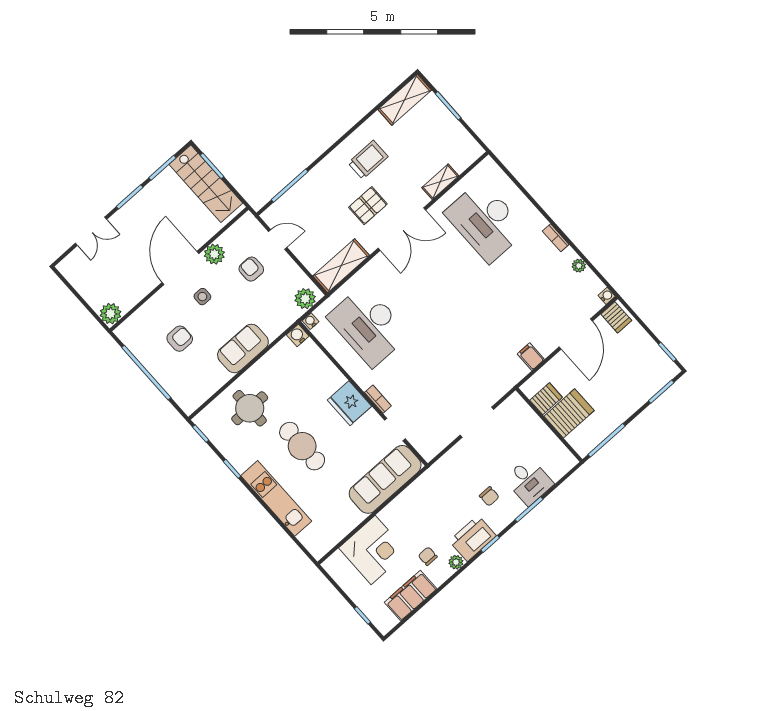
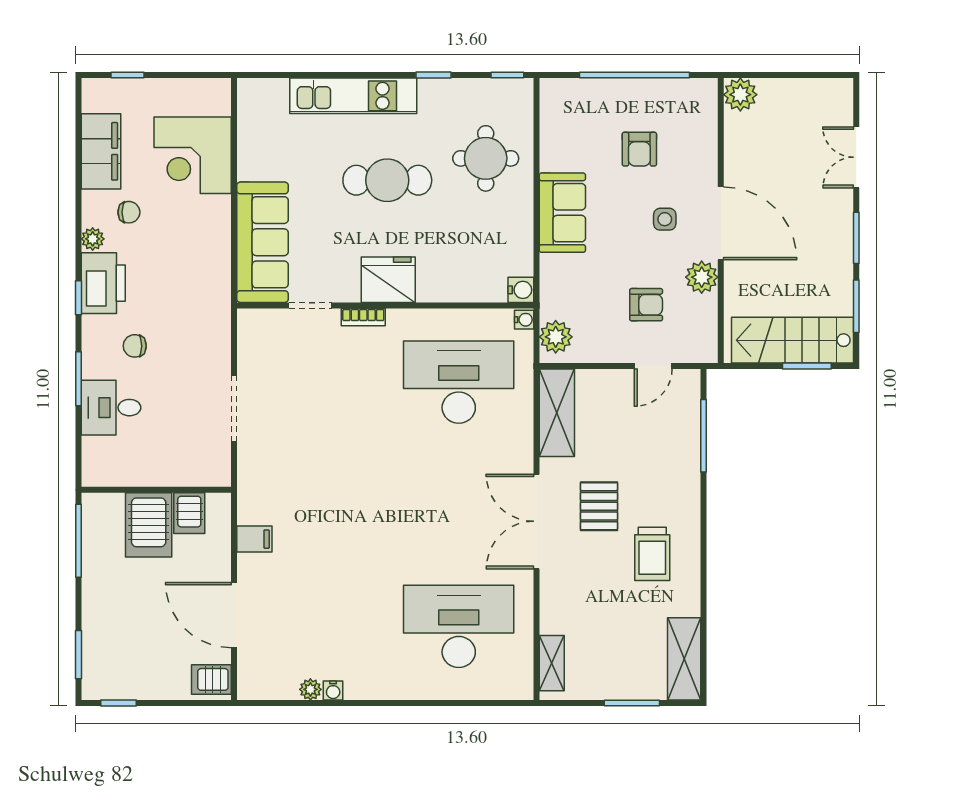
shelving: (440, 182) -> (552, 663), moved
bookcase: (556, 238) -> (367, 691), removed
water cooler: (607, 296) -> (333, 691), moved

